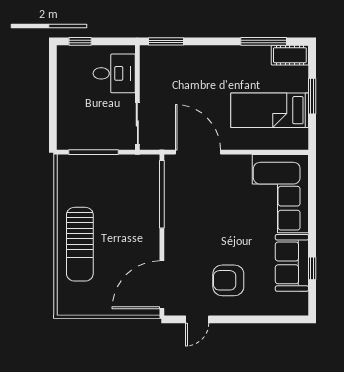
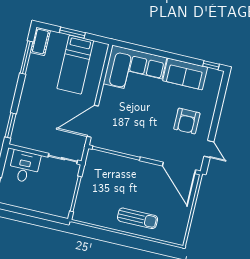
sun lounger: (80, 244) -> (137, 218), width x0.73, depth x0.75
window: (312, 268) -> (211, 65), moved

